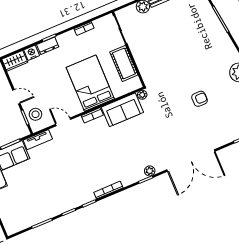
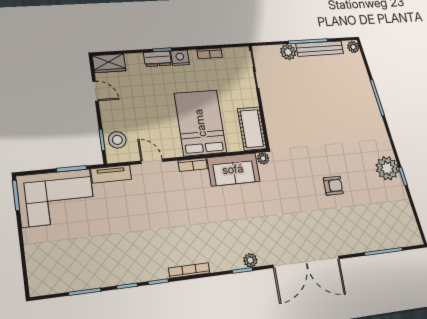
nightstand: (32, 53) -> (180, 58), moved
cot: (124, 63) -> (252, 129), moved
door: (16, 97) -> (95, 91), moved

